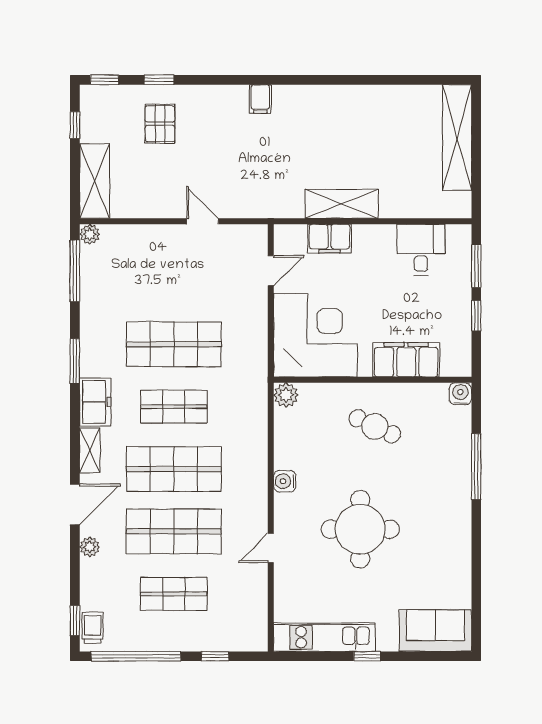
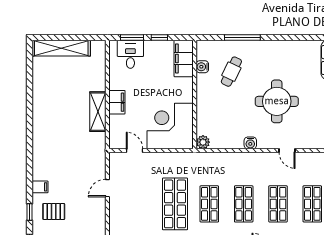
filing cabinet: (260, 99) -> (40, 187), moved
filing cabinet: (329, 239) -> (117, 102), moved
desk: (421, 250) -> (130, 54), moved, turned 90
filing cabinet: (406, 360) -> (184, 58), moved
water cooler: (460, 394) -> (202, 67), moved
cafe table: (375, 426) -> (231, 72), moved
shop shelf: (174, 469) -> (244, 204), width x0.70, depth x0.74
shop shelf: (174, 531) -> (278, 204), width x0.70, depth x0.74

